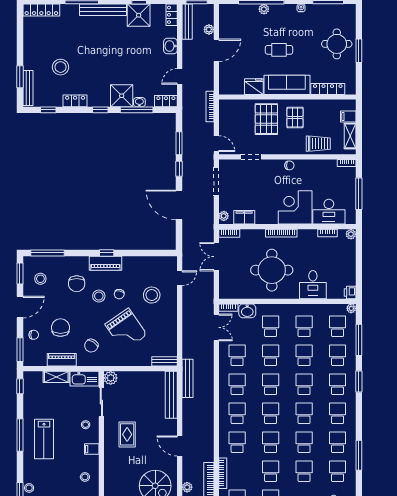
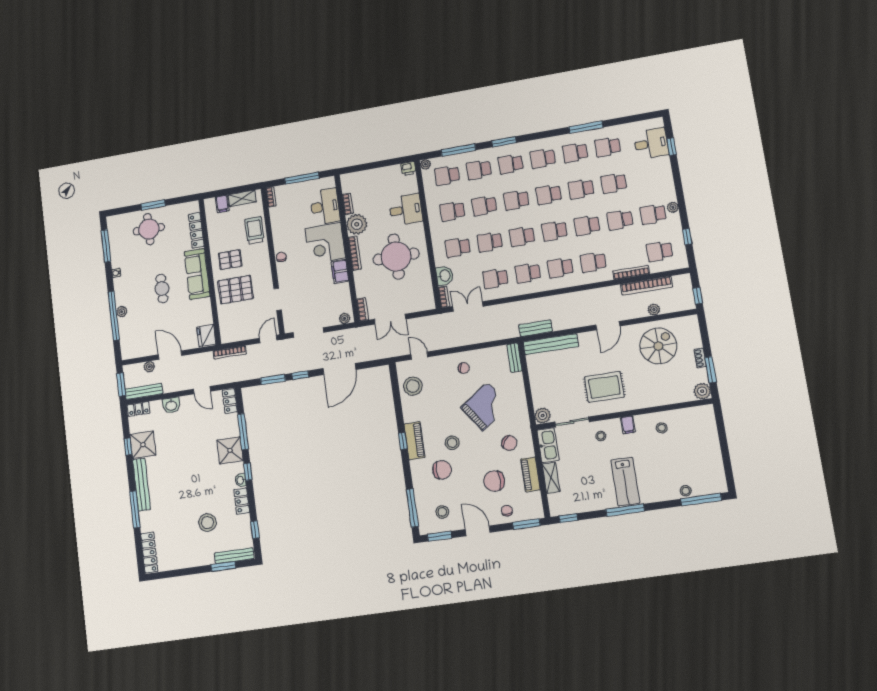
fridge: (254, 87) -> (206, 336), moved
washbasin: (139, 102) -> (241, 480), moved
filing cabinet: (244, 217) -> (340, 271), moved
plant: (351, 234) -> (357, 224), moved, width x1.88, depth x1.88
chair: (119, 294) -> (464, 368), moved
stool: (152, 295) -> (413, 386), moved
bench: (187, 378) -> (536, 328), width x0.73
rug: (127, 434) -> (604, 387), width x1.36, depth x1.43
lab bench: (44, 439) -> (625, 482), turned 90

